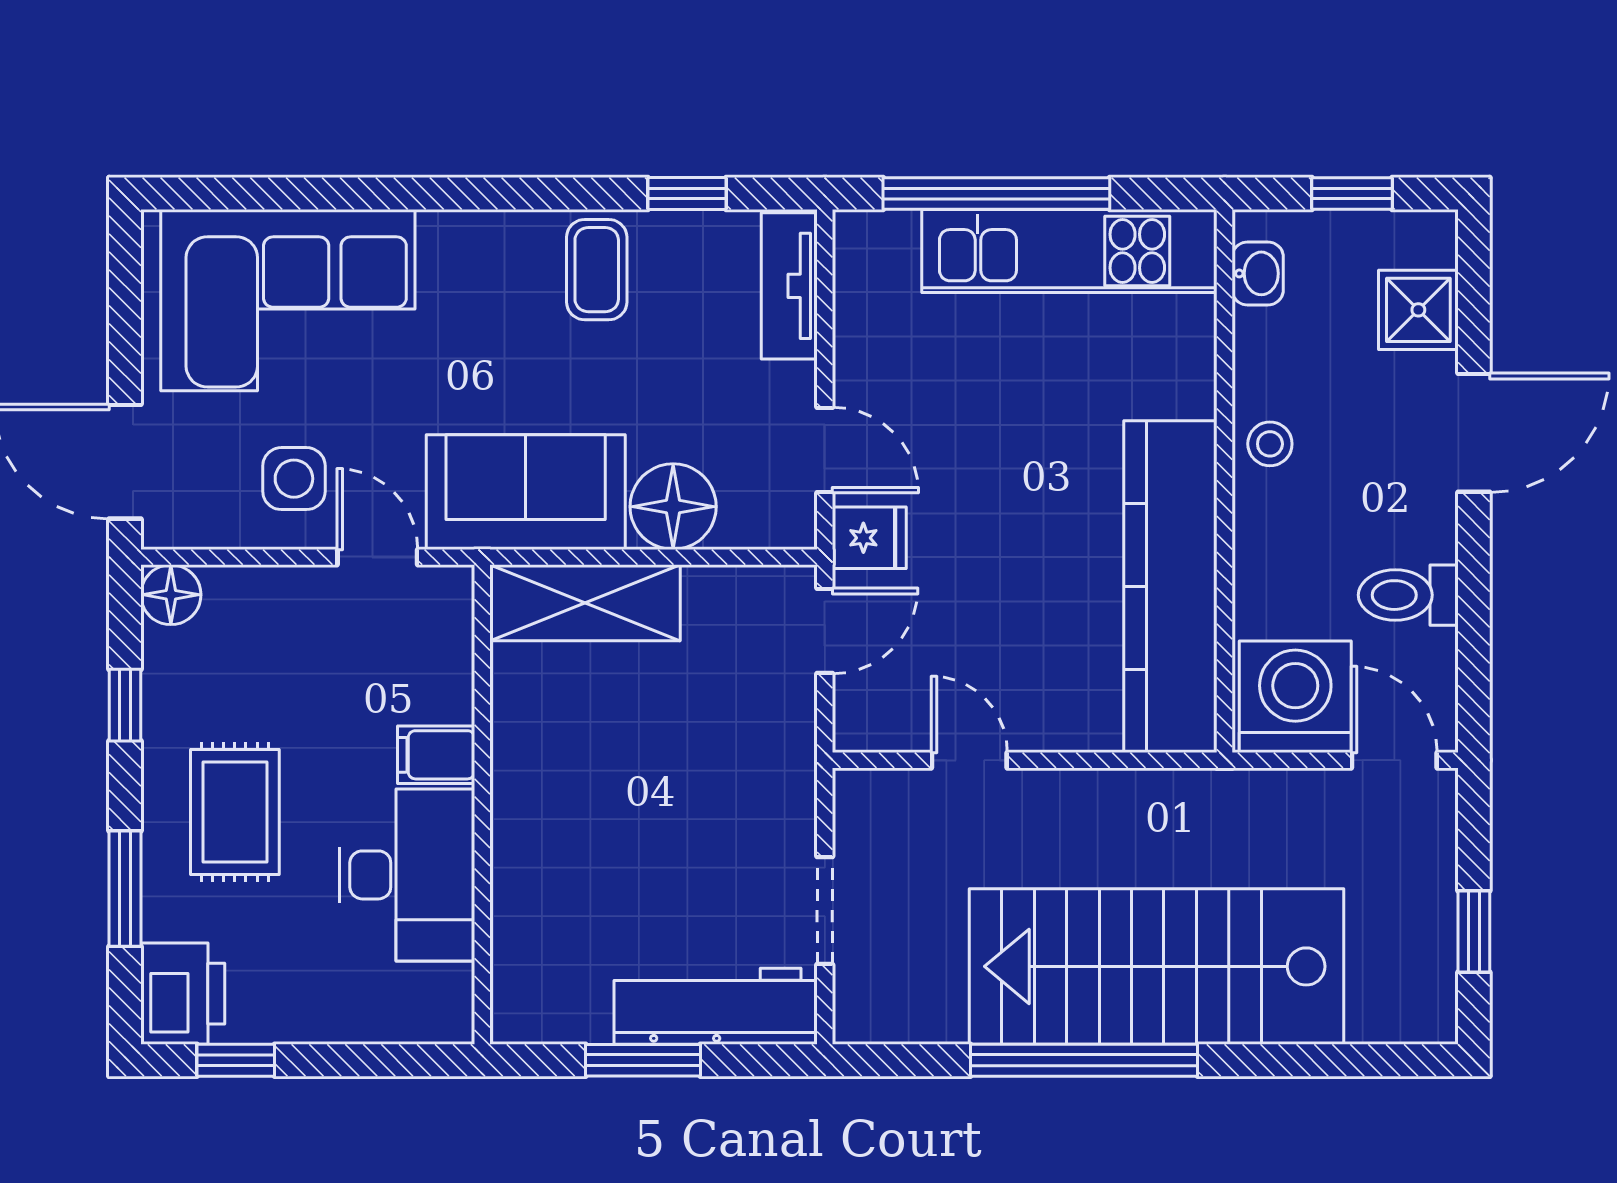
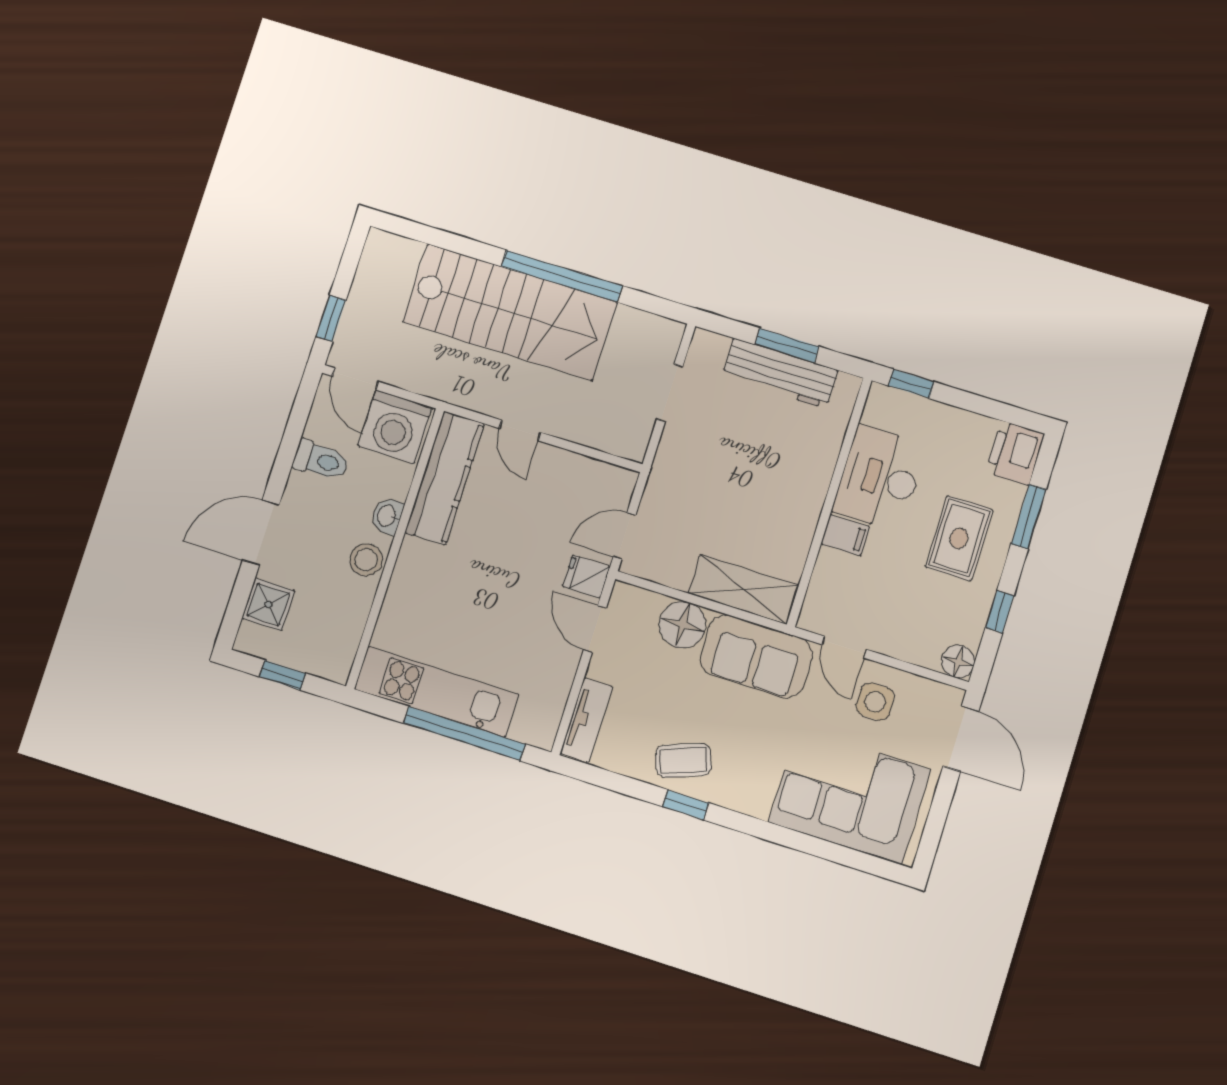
window: (687, 194) -> (686, 805), moved
coffee table: (597, 270) -> (683, 760), turned 69
washbasin: (1258, 273) -> (387, 516), moved
stool: (1270, 444) -> (366, 560), width x1.37, depth x1.37
kitchen counter: (1170, 587) -> (445, 478), width x0.72, depth x0.86
door: (969, 760) -> (520, 430), moved
window: (1474, 931) -> (331, 318), moved
workbench: (716, 1006) -> (780, 373), moved
window: (236, 1060) -> (911, 384), moved

